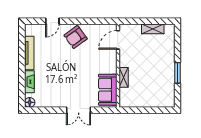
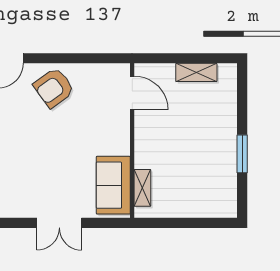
door: (118, 40) -> (132, 93), swing flipped
shelving: (124, 77) -> (142, 188), moved

